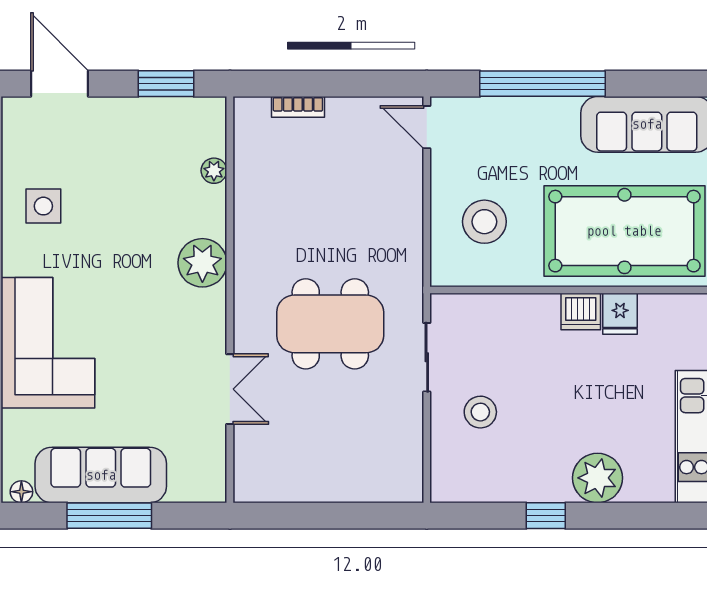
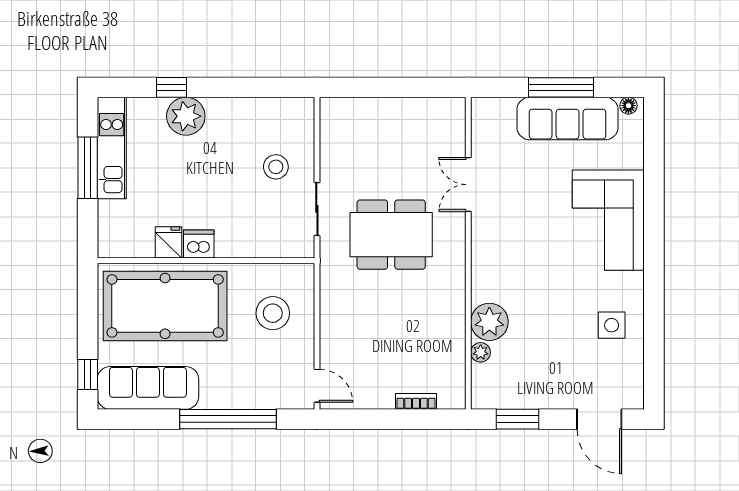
plant: (202, 263) -> (489, 322), moved
window: (546, 516) -> (172, 87), moved

